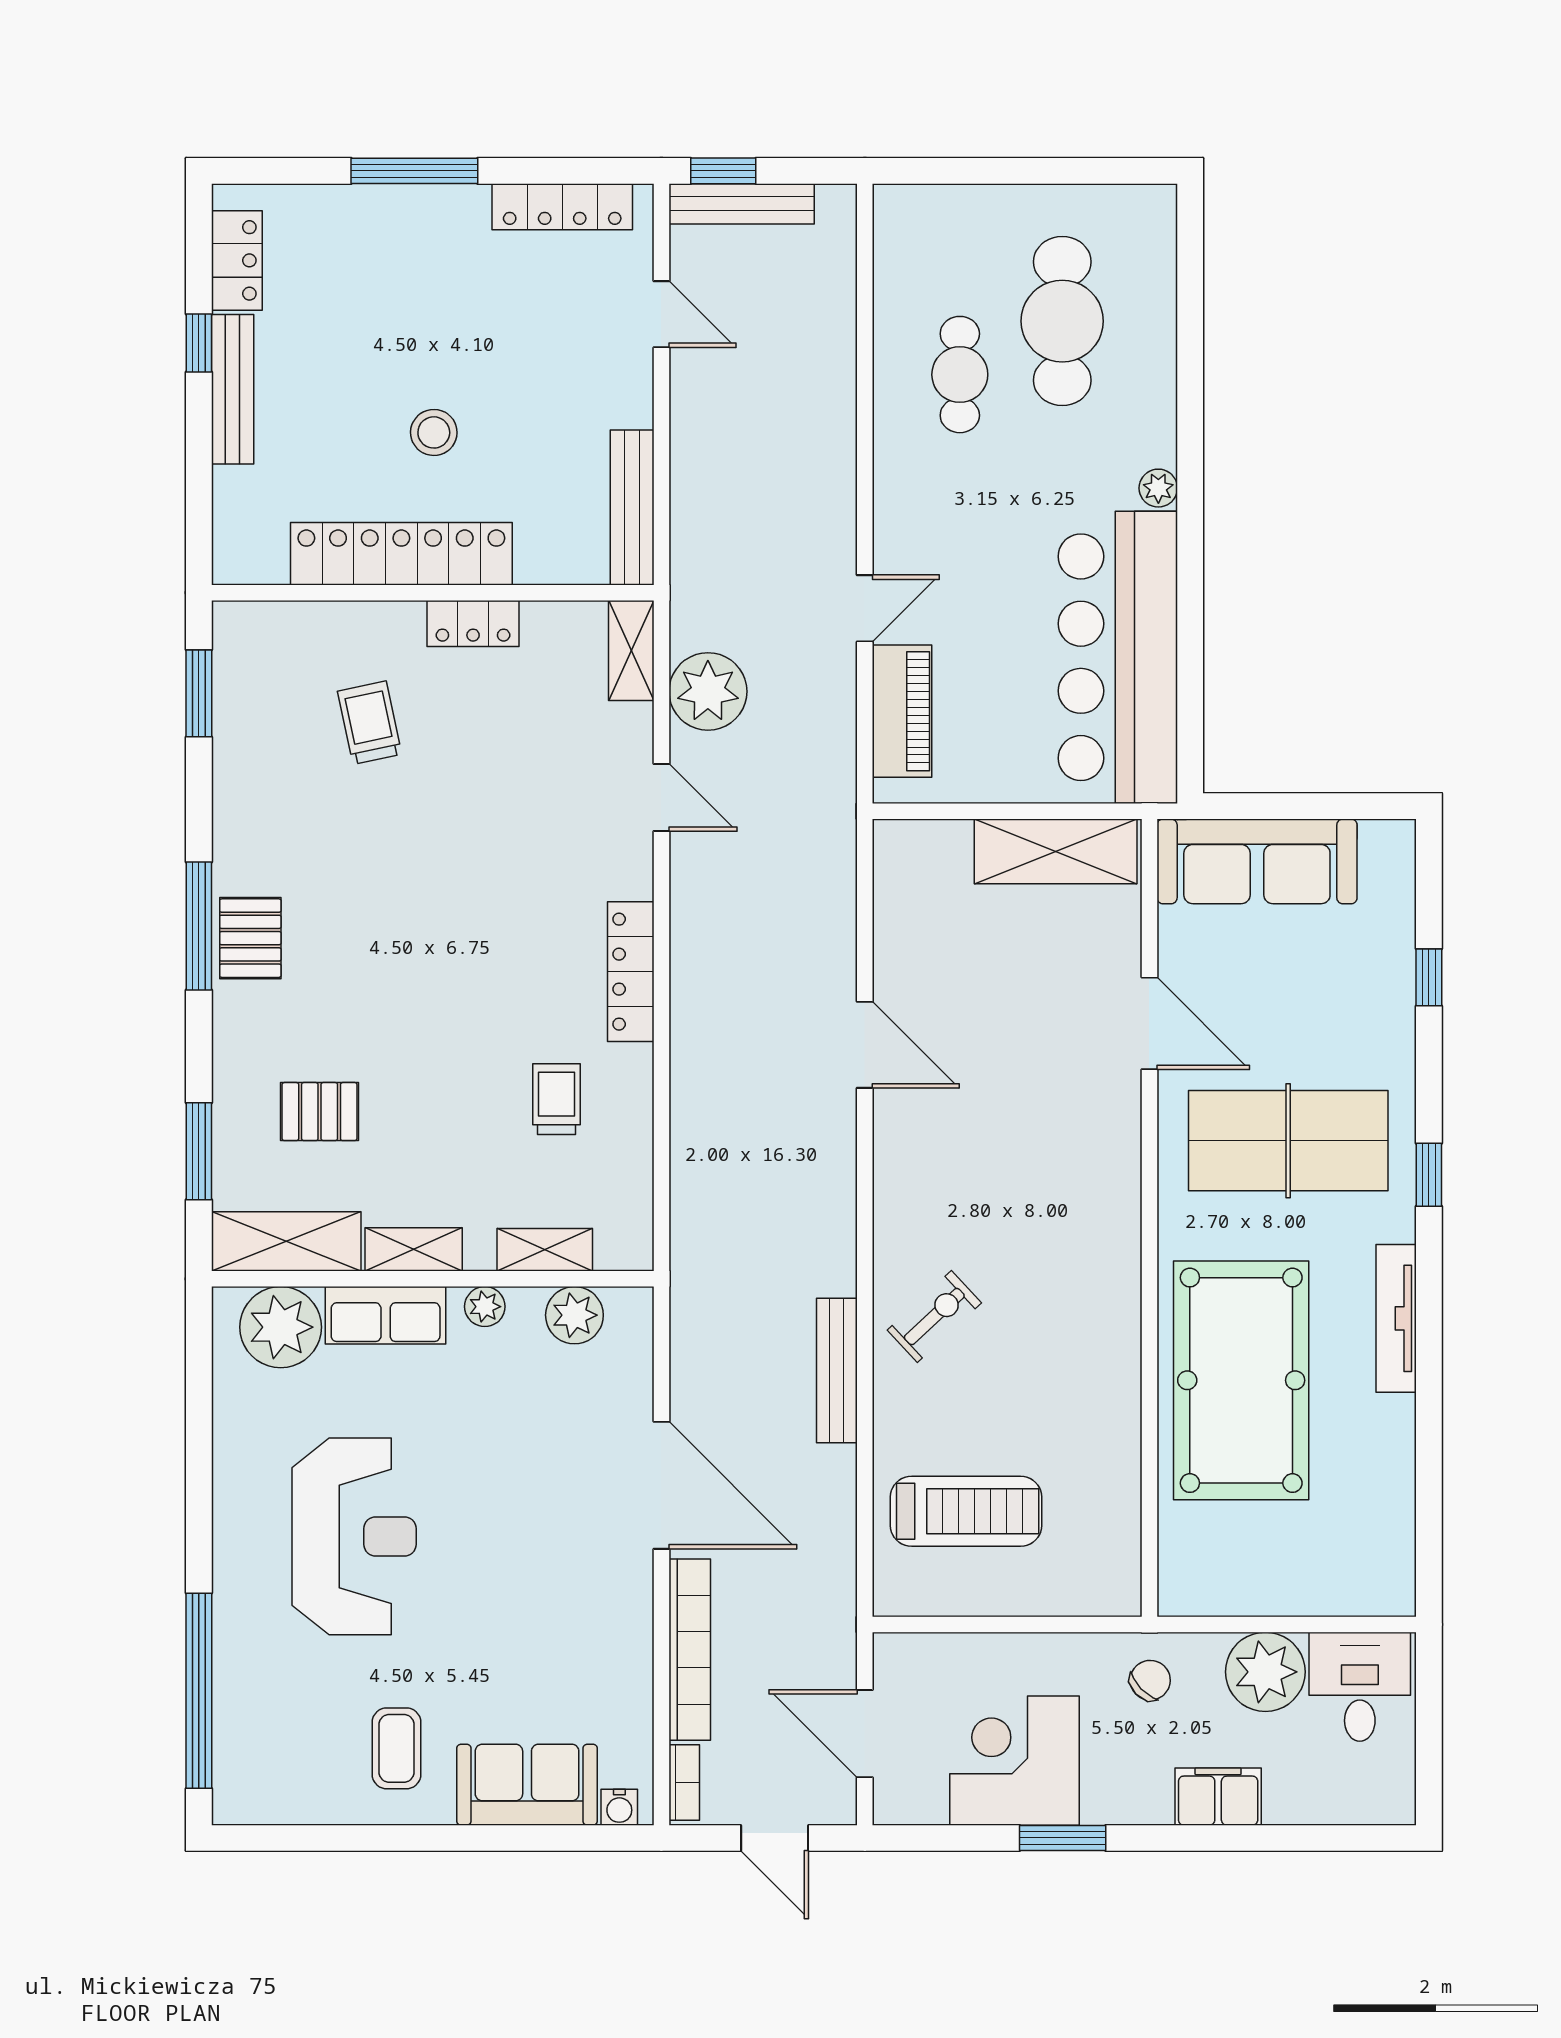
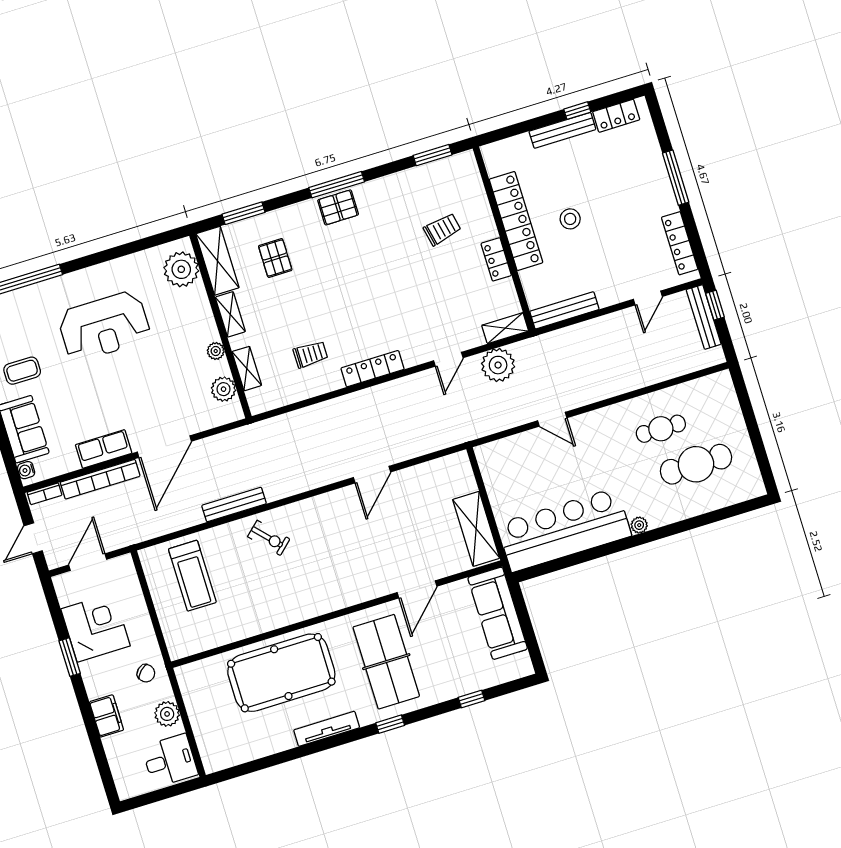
piano: (902, 711) -> (515, 448), removed
row of seats: (386, 1315) -> (104, 449), moved, turned 90
plant: (1265, 1672) -> (167, 714), width x0.73, depth x0.73

